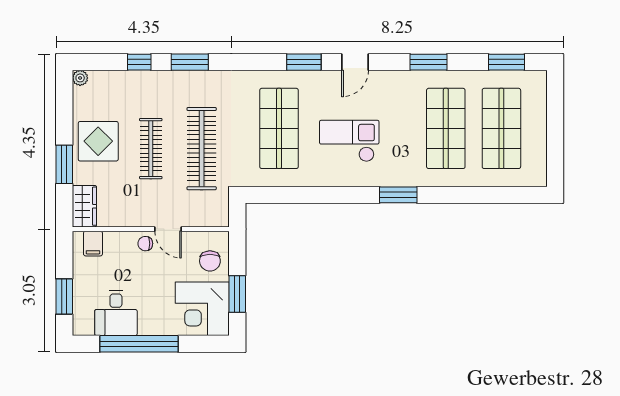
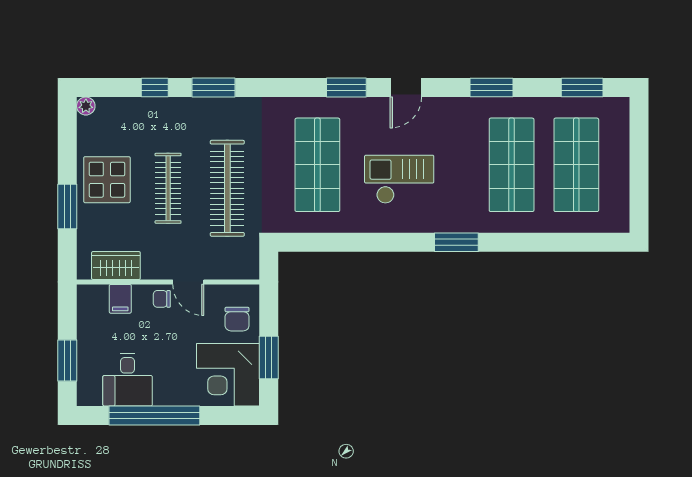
wardrobe: (84, 206) -> (116, 266), moved, turned -90
filing cabinet: (93, 244) -> (120, 299), moved

